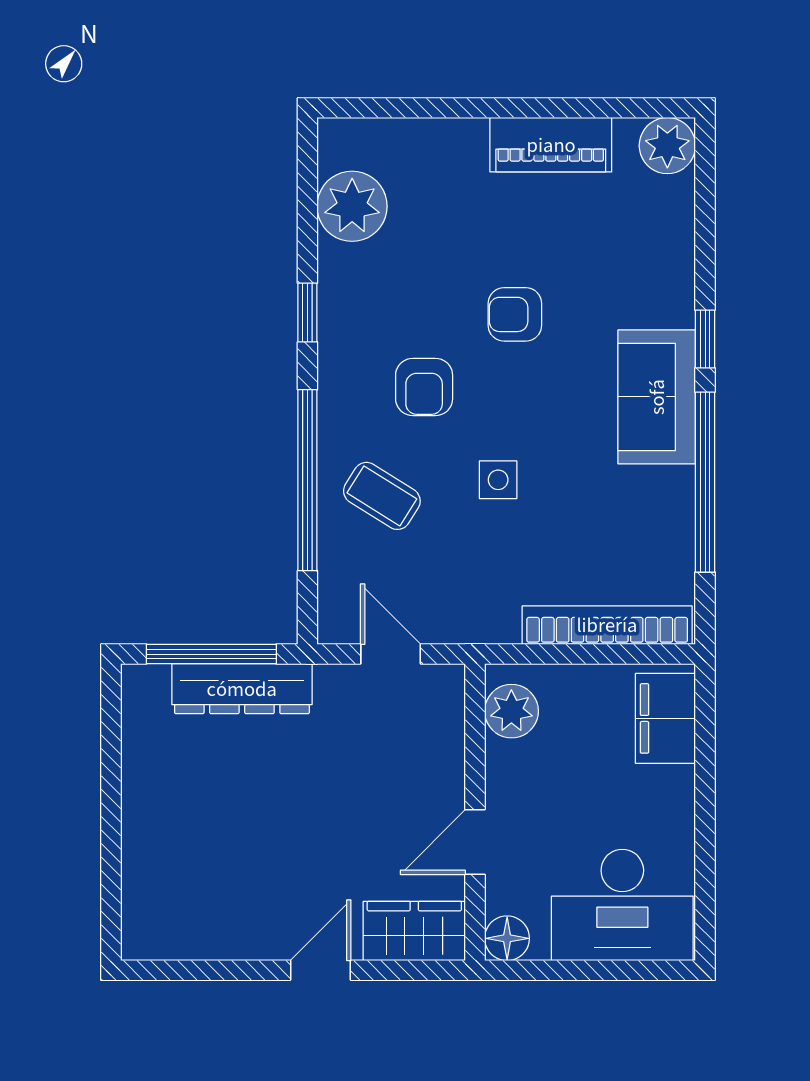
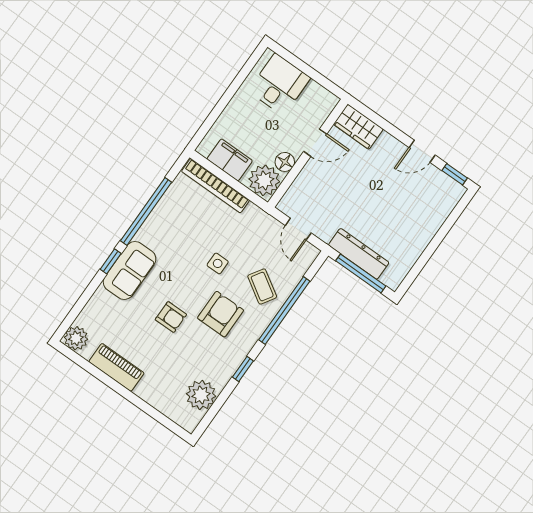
armchair: (424, 387) -> (221, 314), width x1.38, depth x1.38
sofa: (657, 397) -> (130, 270), moved
plant: (511, 711) -> (264, 180), width x1.36, depth x1.36
filing cabinet: (665, 718) -> (230, 160), moved, turned -90
desk: (622, 905) -> (279, 84), width x0.73
floor lamp: (507, 938) -> (285, 162), moved
window: (166, 970) -> (455, 174), added
door: (321, 970) -> (422, 151), moved

